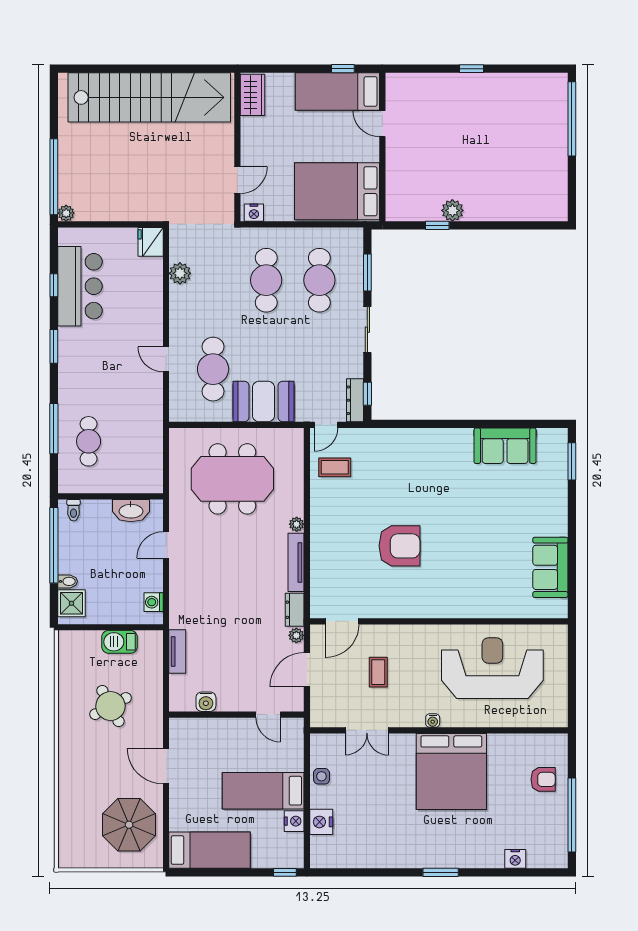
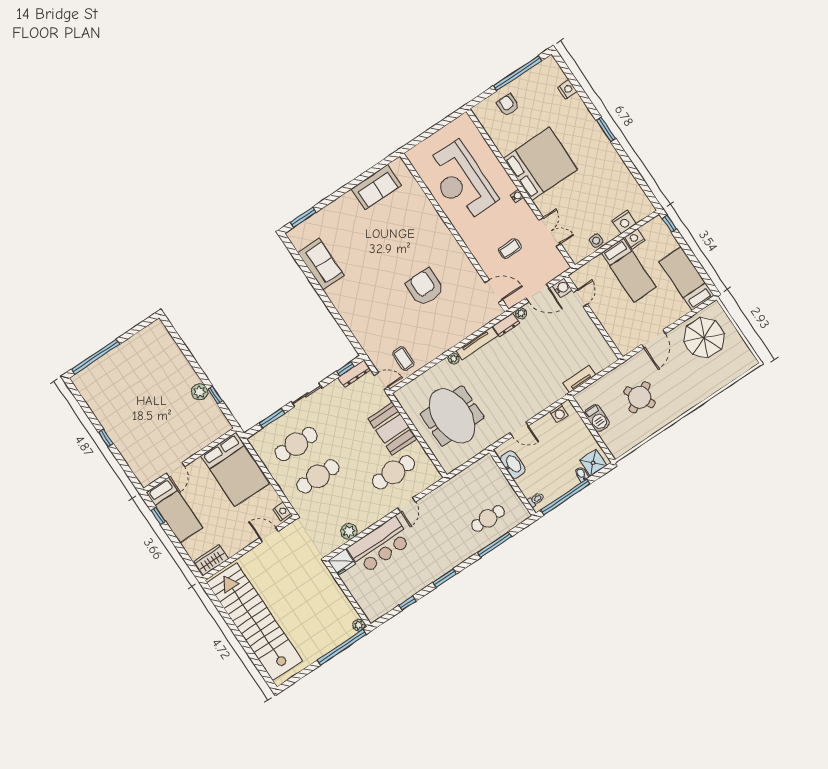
bar counter: (80, 286) -> (380, 545), moved, turned 180
water cooler: (206, 702) -> (562, 288), moved

